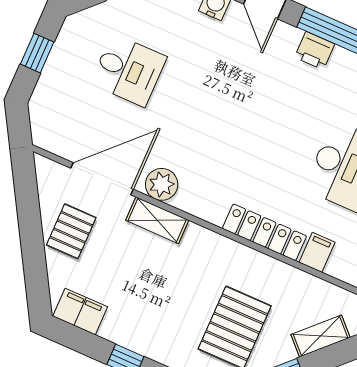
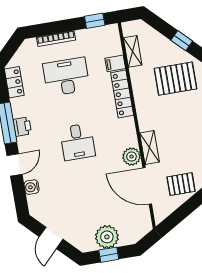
plant: (66, 68) -> (107, 237), added
desk: (129, 70) -> (77, 142), moved, turned 180
shelving: (321, 336) -> (133, 51), moved, turned 45

